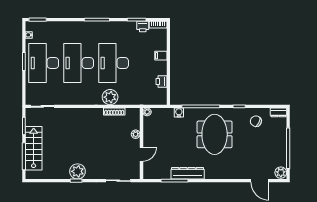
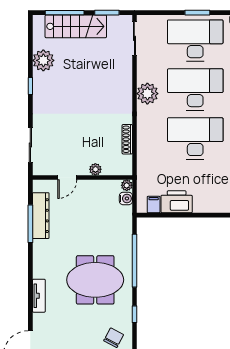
filing cabinet: (161, 56) -> (154, 205), moved
printer: (161, 81) -> (177, 202), width x1.87, depth x1.48
plant: (110, 97) -> (147, 94), moved
water cooler: (179, 112) -> (126, 198), moved
door: (142, 154) -> (67, 178), hinge flipped
plant: (77, 171) -> (43, 60), moved
dresser: (188, 173) -> (41, 216), moved
tv unit: (226, 175) -> (39, 296), added

